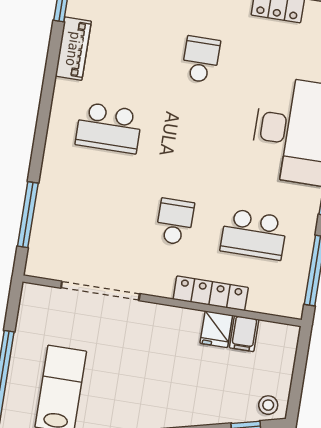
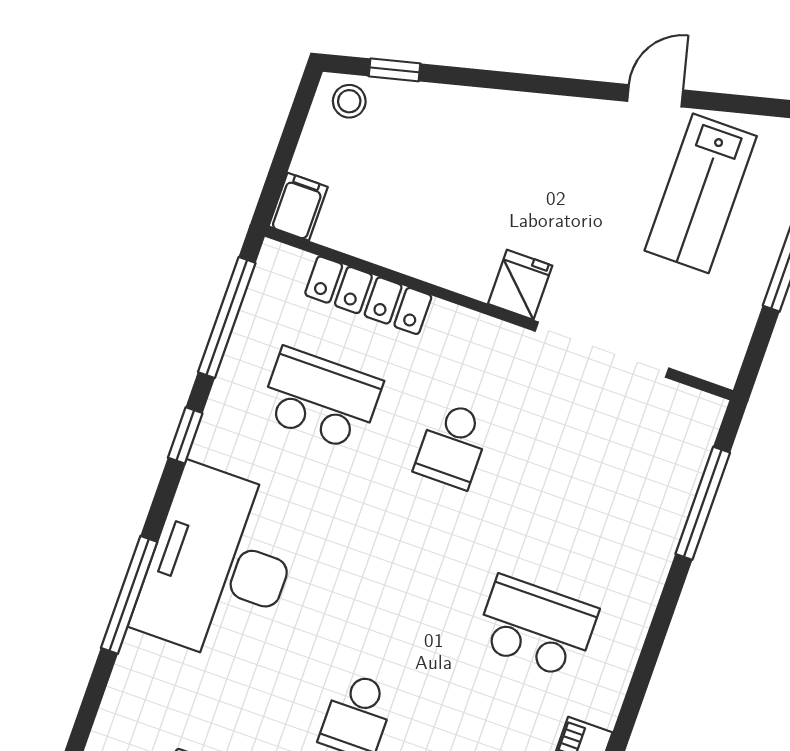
locker: (211, 293) -> (368, 295), moved
fridge: (216, 329) -> (520, 285), moved
filing cabinet: (244, 334) -> (298, 207), moved

